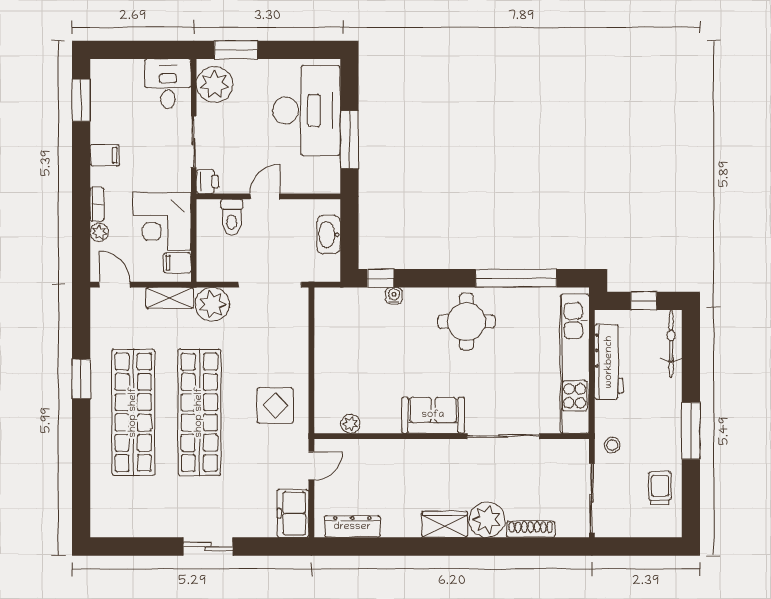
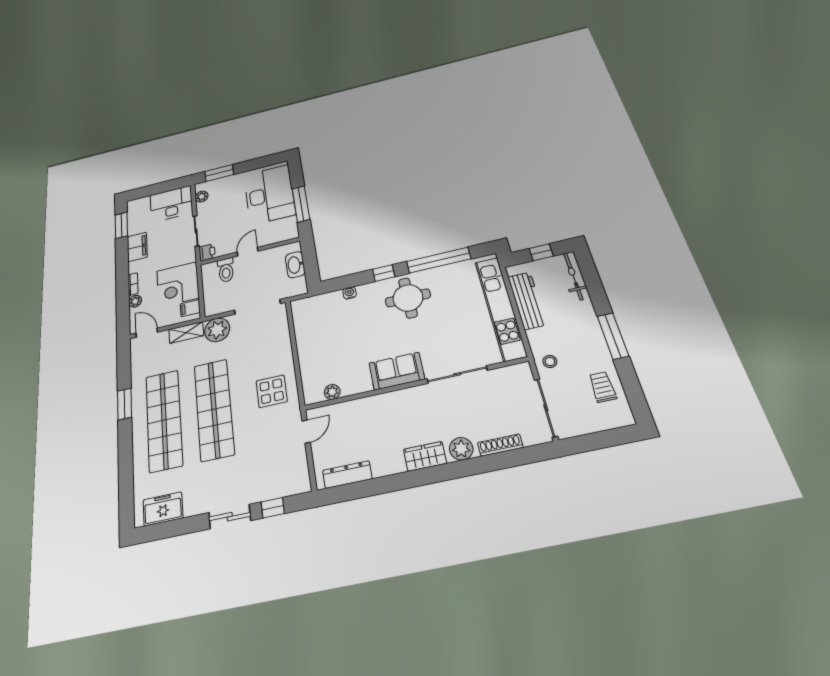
desk: (168, 84) -> (171, 204), width x1.37
plant: (215, 84) -> (202, 197), width x0.53, depth x0.53
filing cabinet: (105, 155) -> (137, 247), width x2.00
window: (381, 278) -> (384, 273), moved
freezer: (293, 513) -> (163, 509), moved, turned 90
plant: (487, 520) -> (461, 449), width x0.73, depth x0.73
window: (260, 547) -> (273, 508), added

